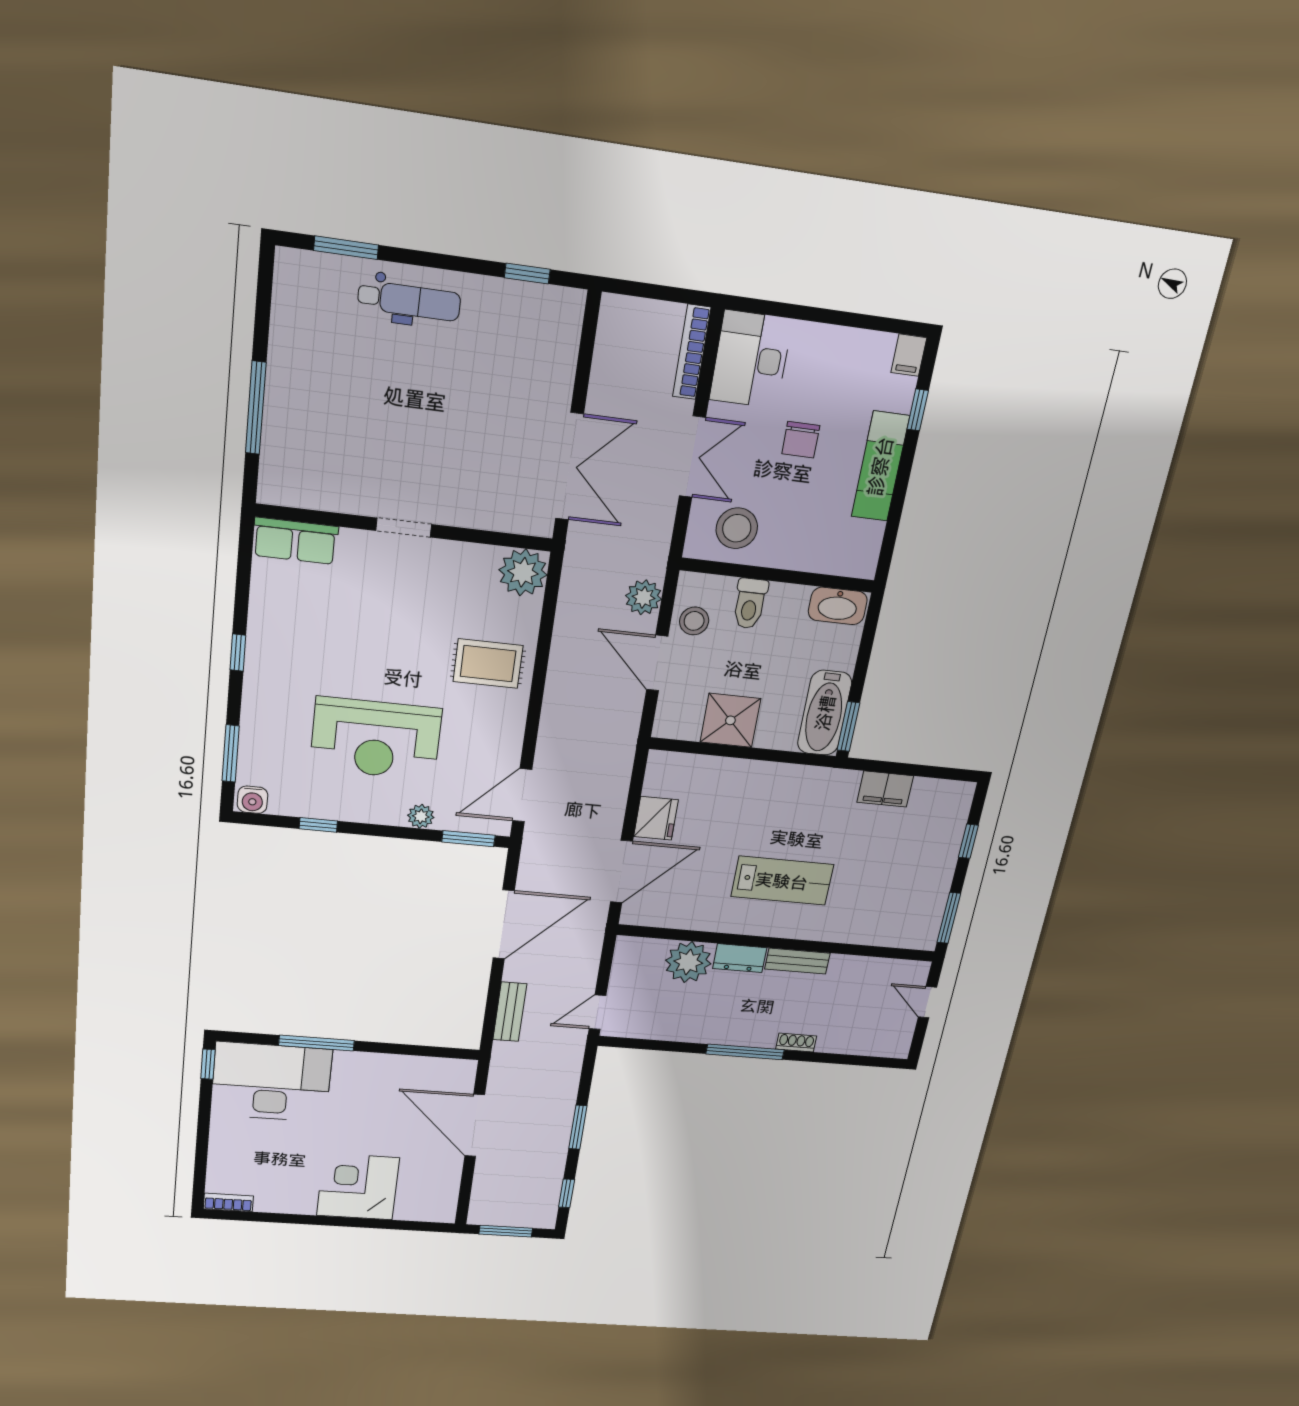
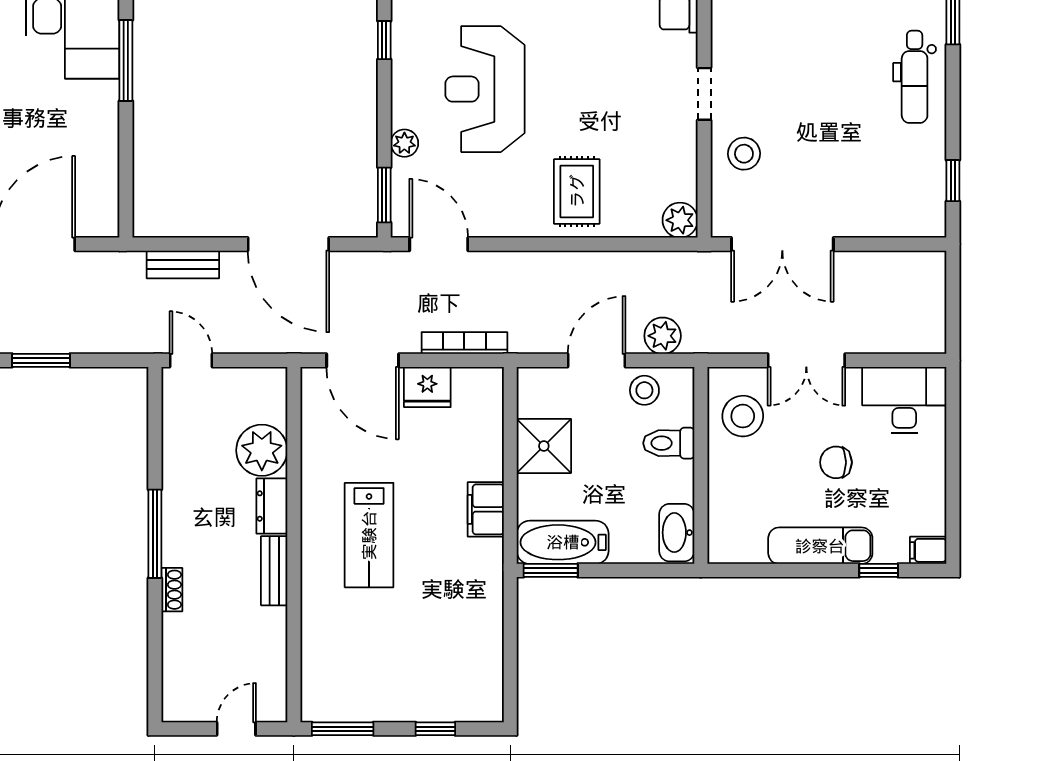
bookcase: (692, 352) -> (464, 343), moved
stool: (470, 494) -> (744, 154), added
plant: (523, 572) -> (680, 220), width x0.73, depth x0.73
filing cabinet: (885, 789) -> (486, 509), moved

